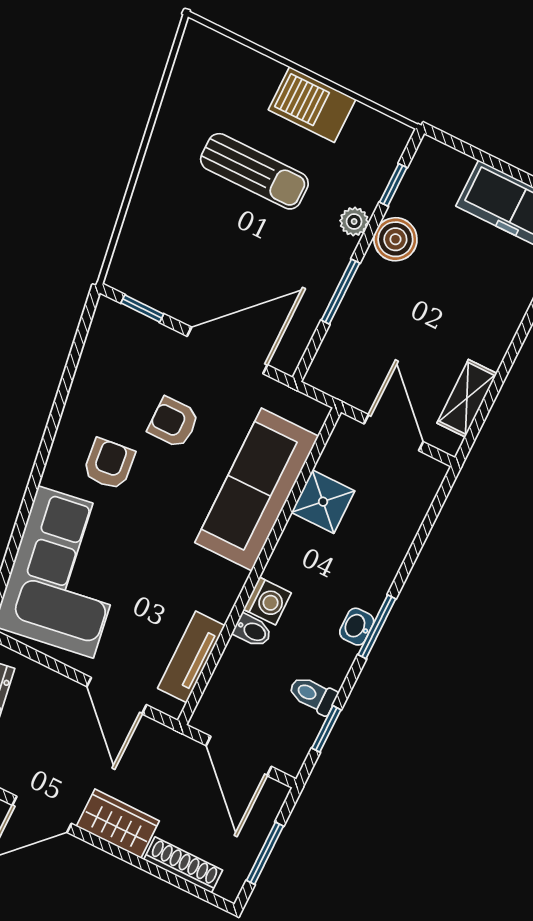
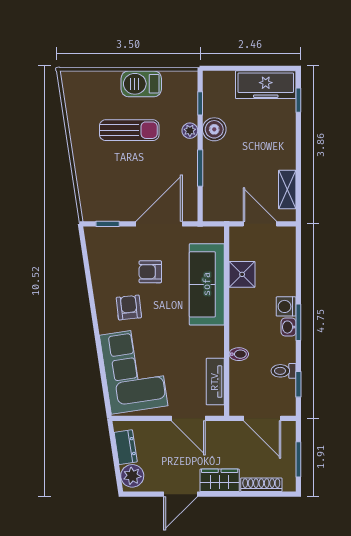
washing machine: (267, 601) -> (286, 306), moved, turned 180

